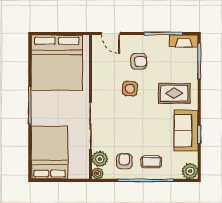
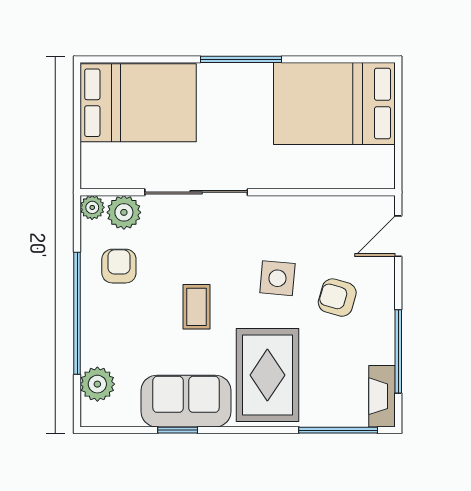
armchair: (139, 61) -> (337, 298), turned 106
bed: (57, 63) -> (334, 104), width x0.73
rug: (174, 93) -> (267, 375), width x1.36, depth x1.43
armchair: (124, 161) -> (119, 266), turned -90
coffee table: (151, 162) -> (196, 307), moved
plant: (190, 171) -> (97, 384), moved

